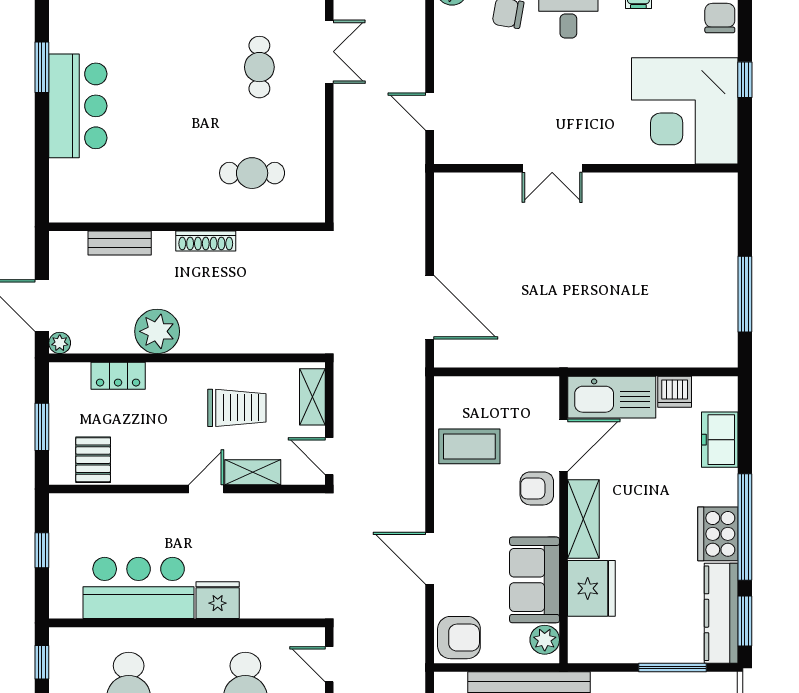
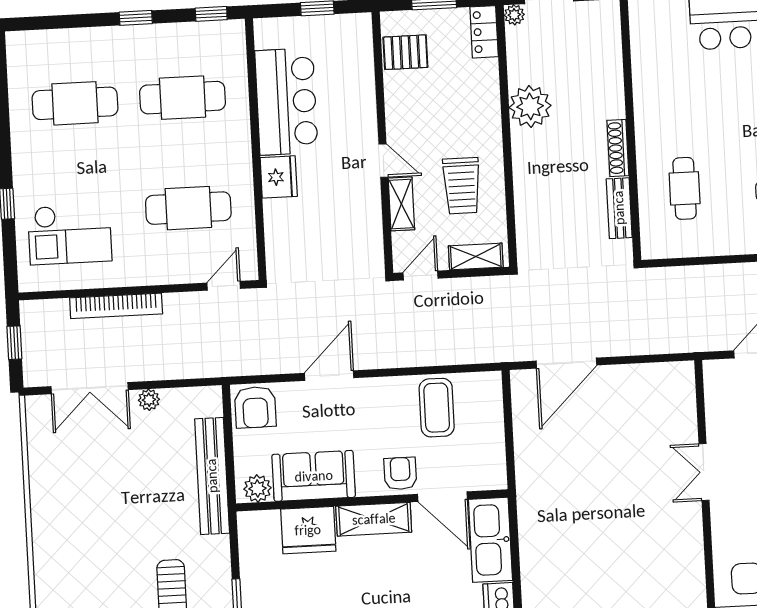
bench: (120, 243) -> (619, 208), moved
locker: (118, 376) -> (484, 32), moved

